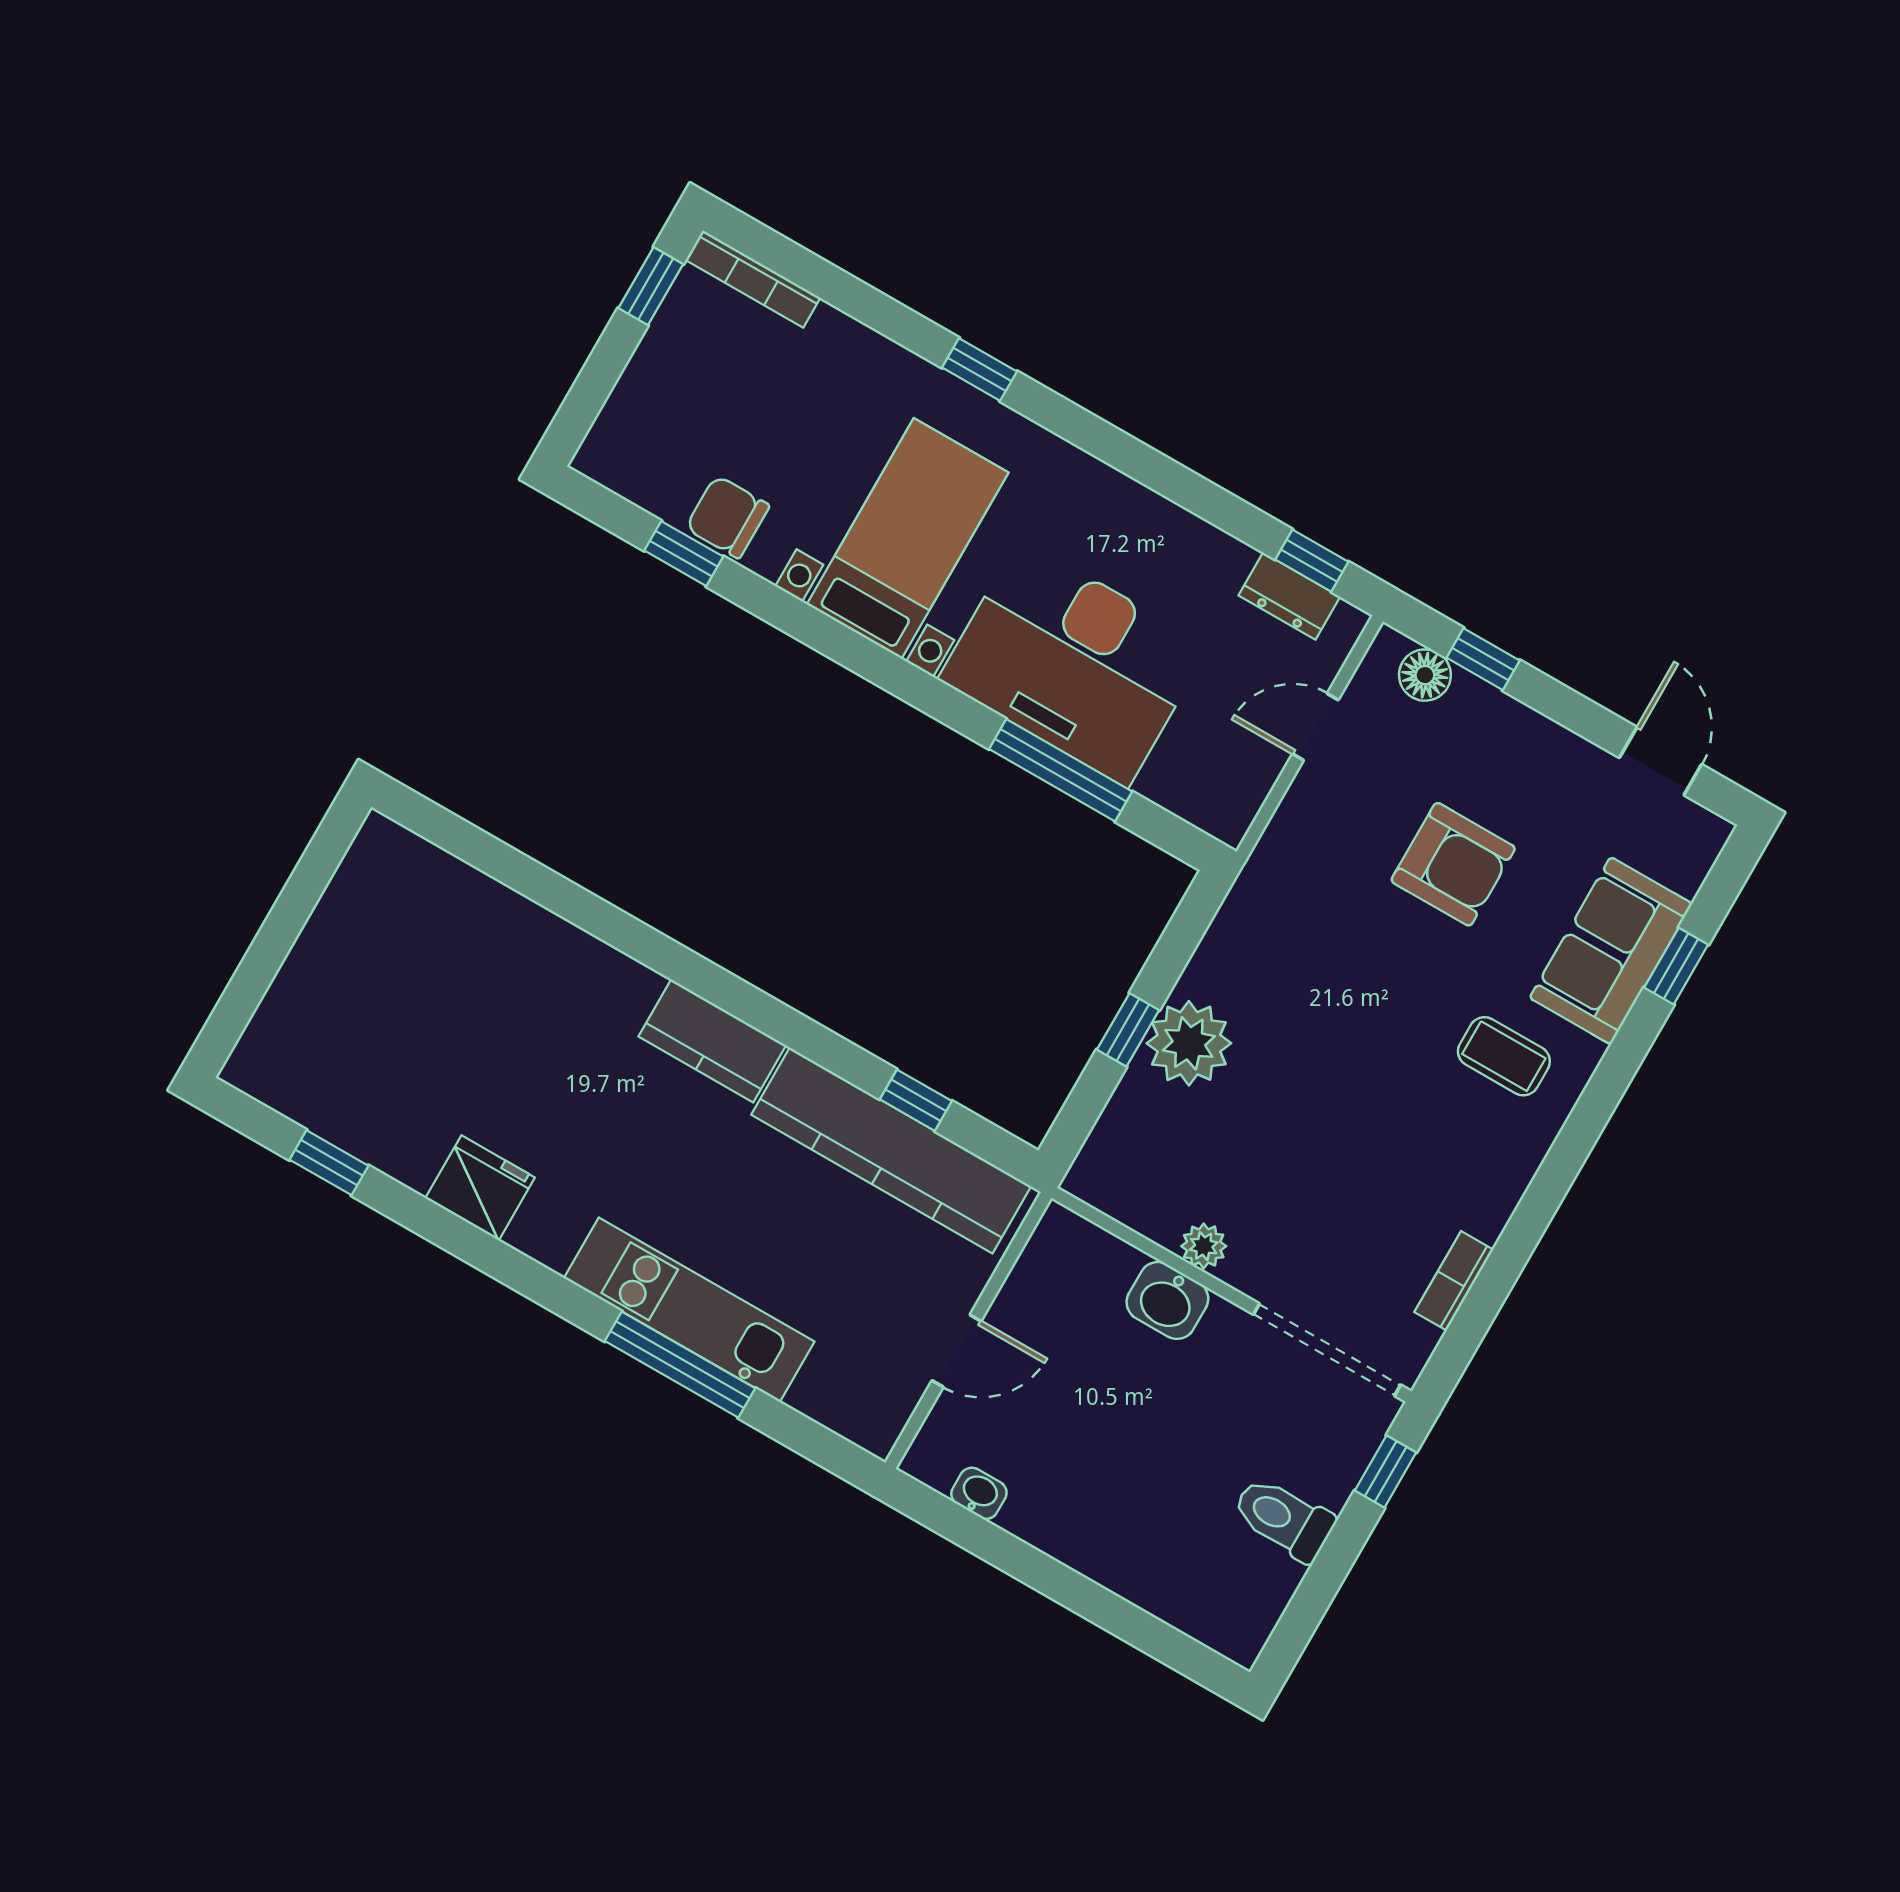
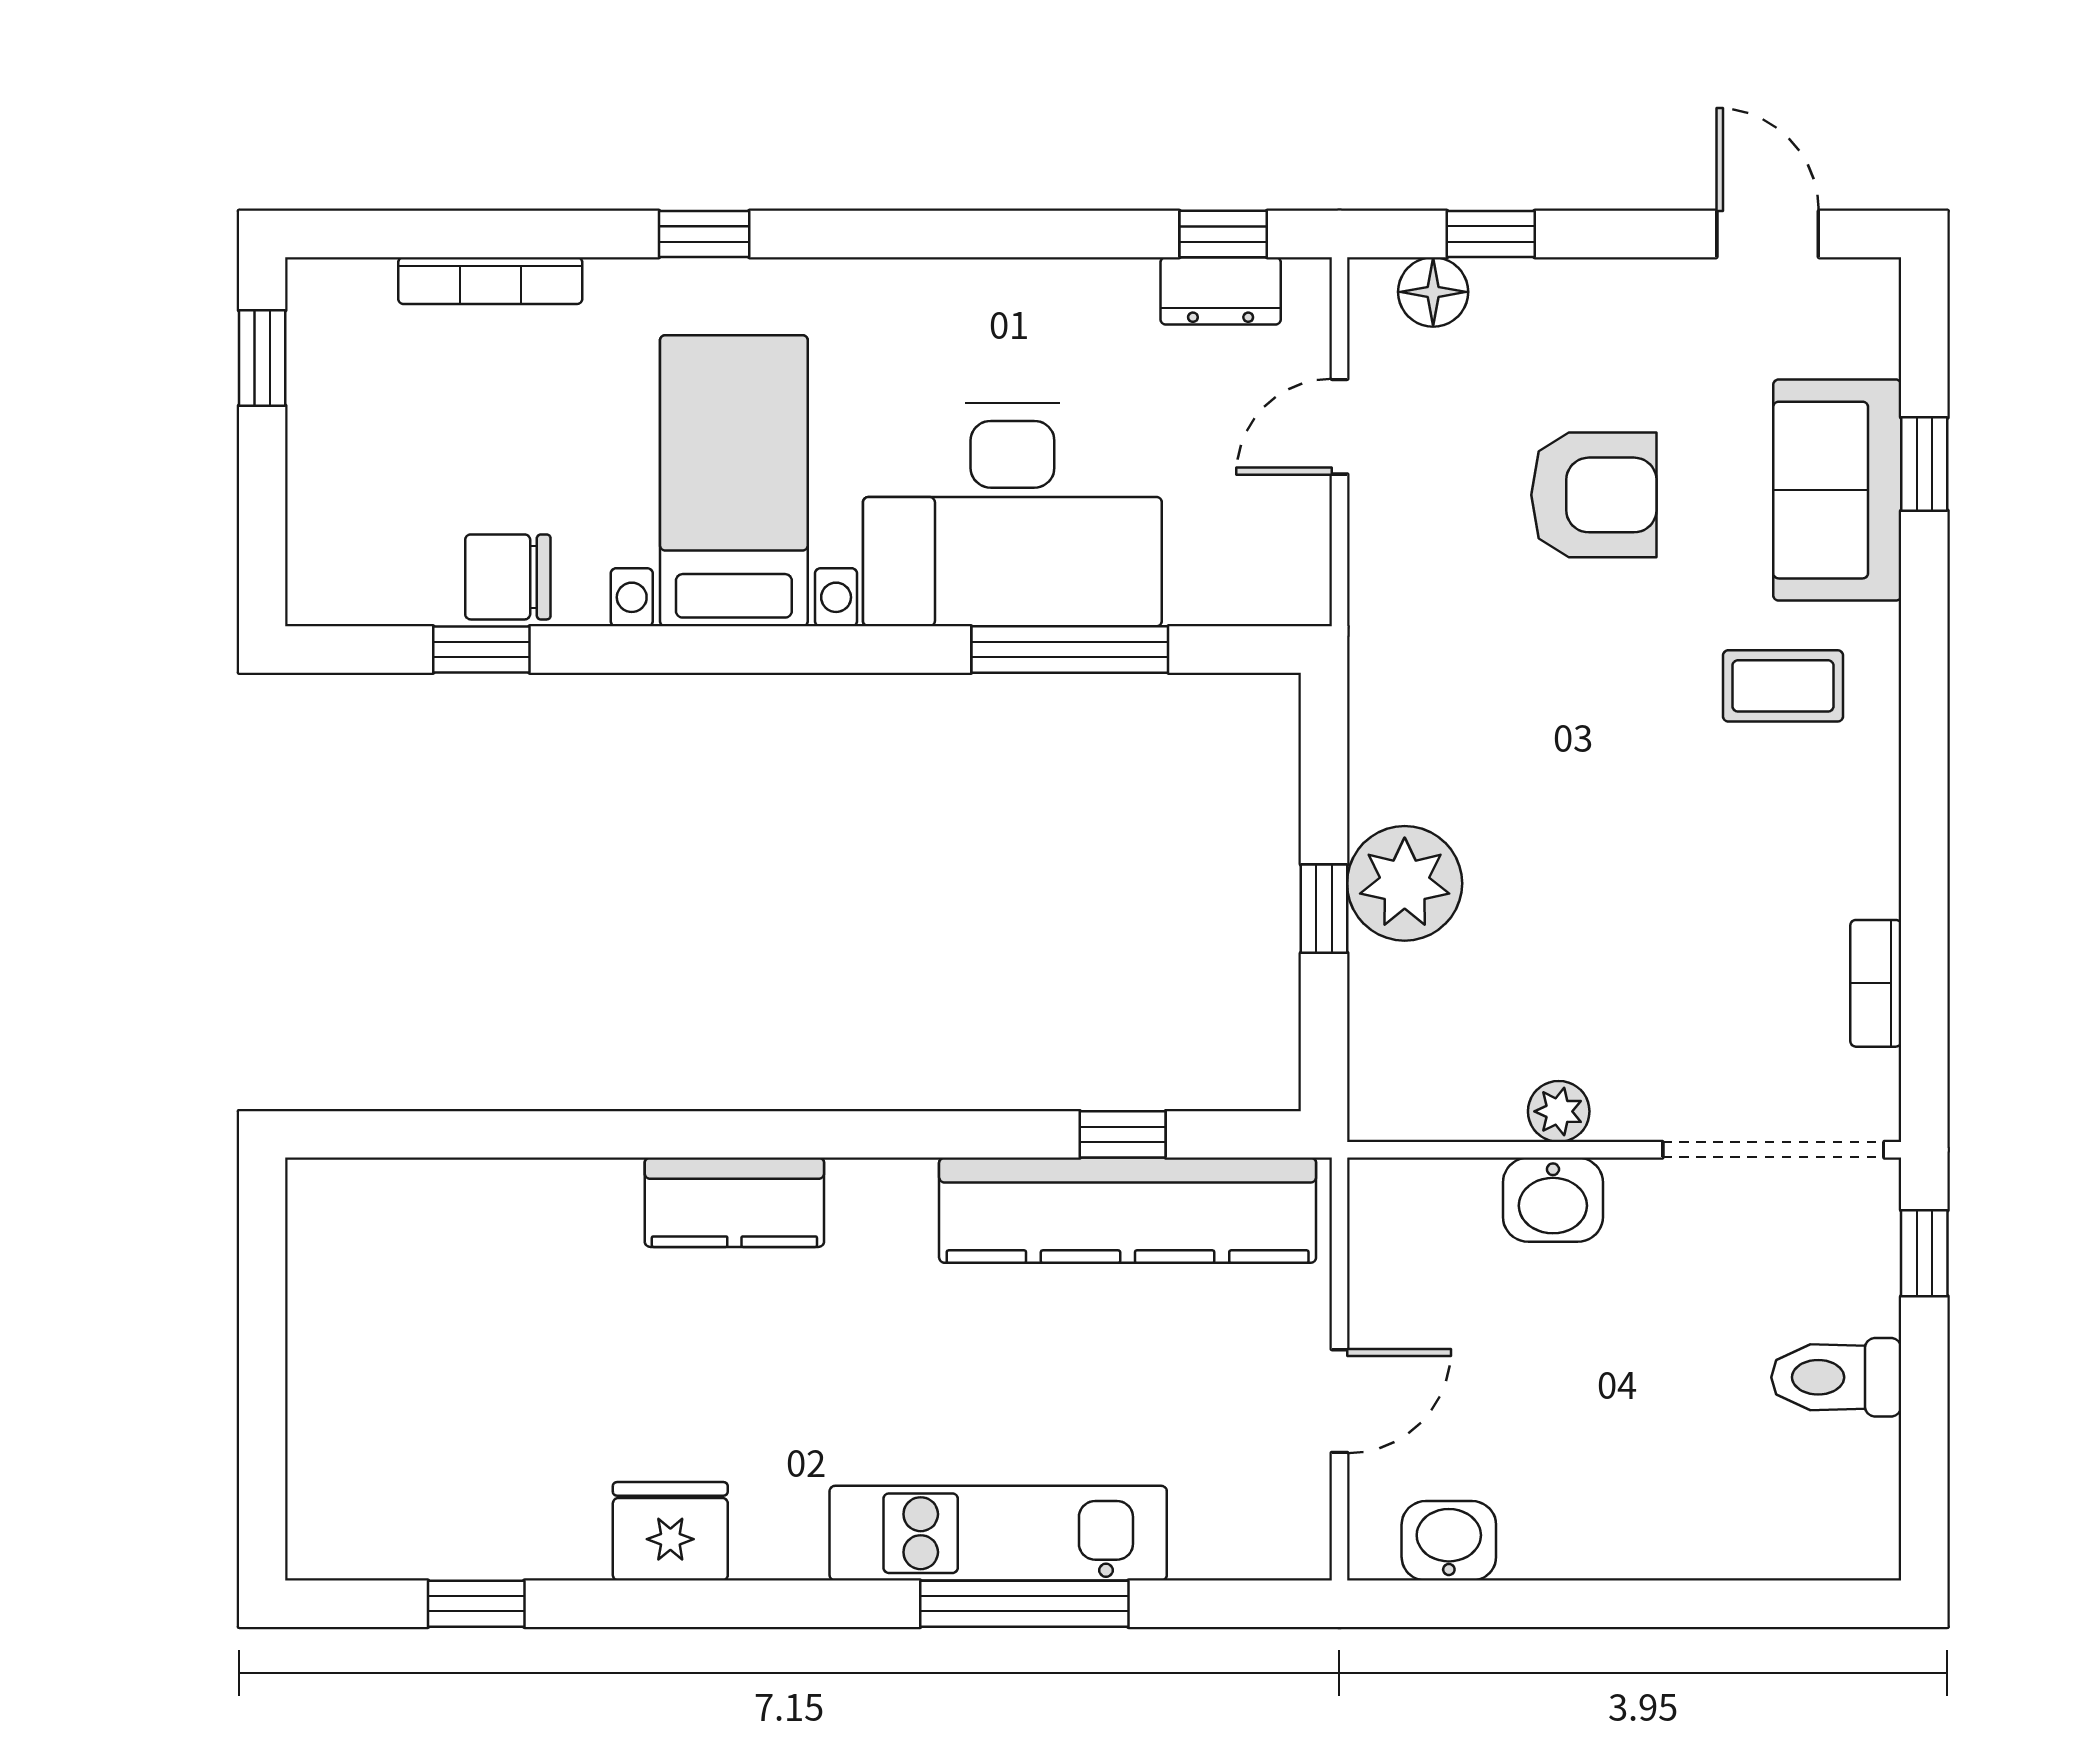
bookcase: (753, 279) -> (490, 281), moved
kitchen counter: (712, 1041) -> (734, 1202), moved
washbasin: (979, 1493) -> (1449, 1541), width x1.38, depth x1.45

